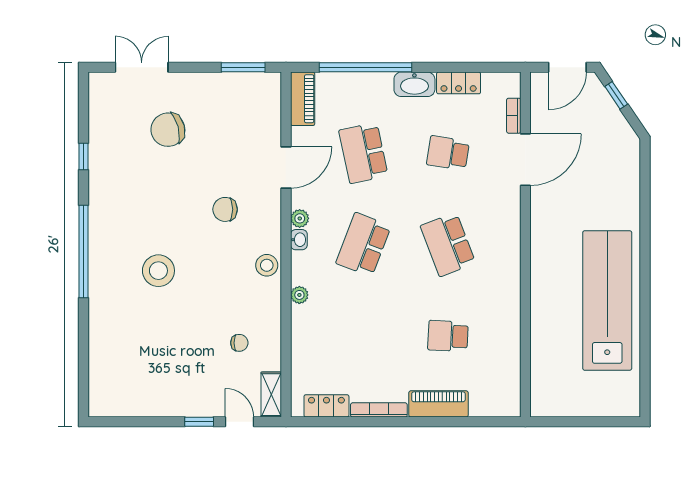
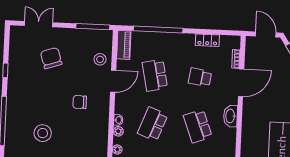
window: (243, 67) -> (93, 27), width x1.44
door: (567, 67) -> (266, 34), swing flipped
washbasin: (414, 84) -> (231, 116), moved, turned 90
chair: (168, 130) -> (51, 58), turned 87
plant: (300, 218) -> (118, 131), moved
stool: (267, 265) -> (100, 59), moved

